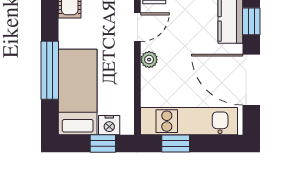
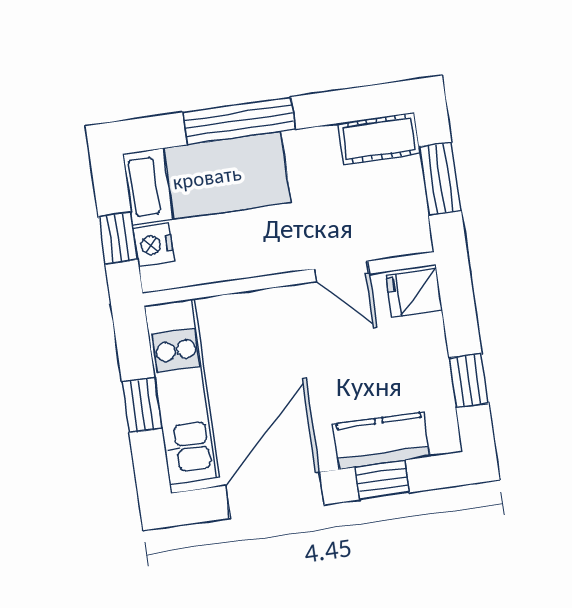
plant: (149, 60) -> (285, 301), removed
window: (176, 143) -> (142, 405), moved

